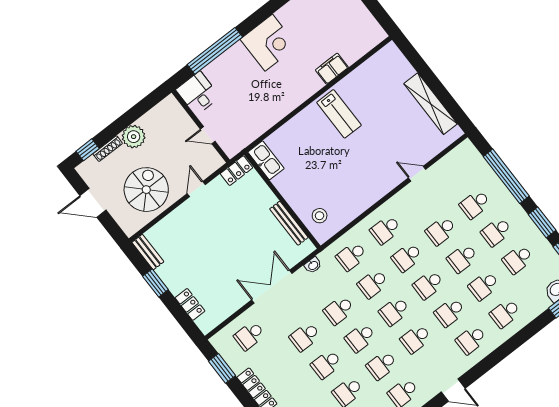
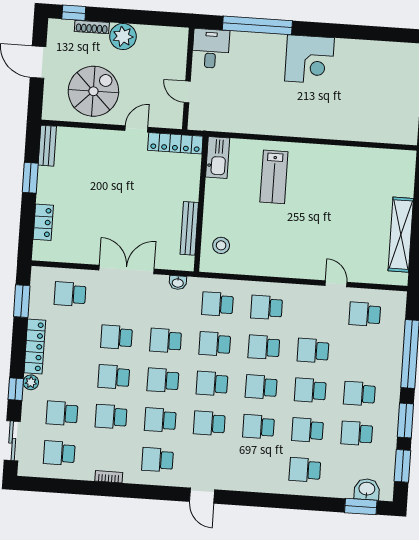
filing cabinet: (332, 69) -> (344, 130), removed
lab bench: (339, 114) -> (274, 177), moved
locker: (236, 171) -> (175, 143), width x1.53
school desk: (475, 204) -> (365, 314), moved
school desk: (471, 340) -> (256, 466), removed

